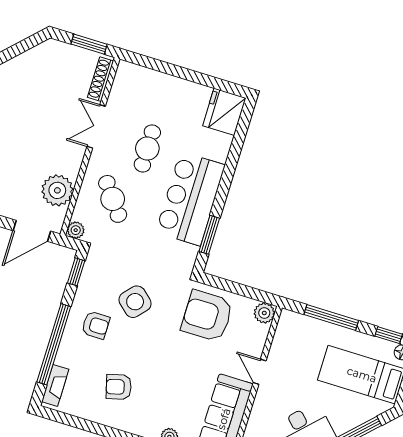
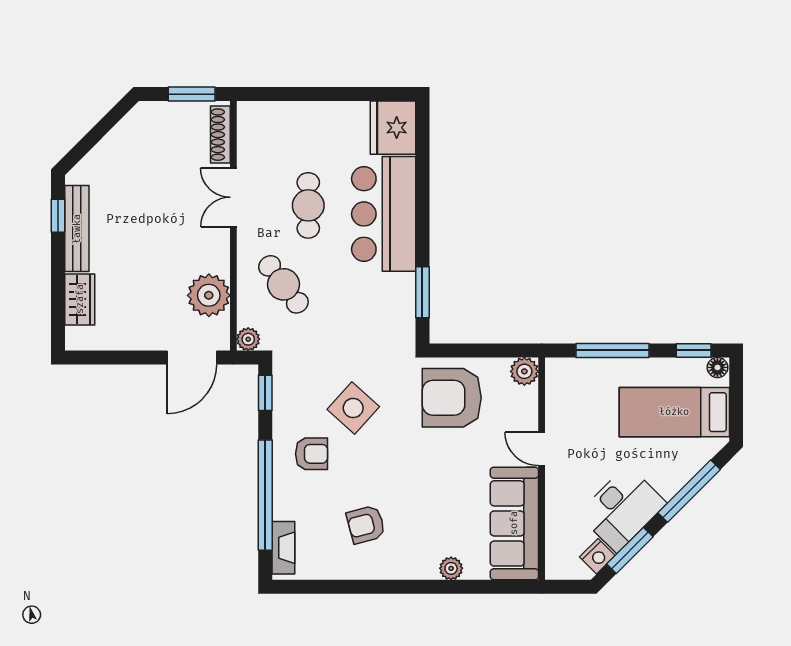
bar counter: (190, 199) -> (384, 214), moved

